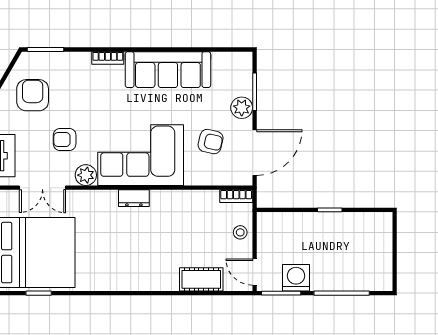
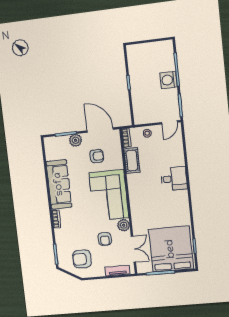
armchair: (211, 142) -> (97, 156), turned 77
dresser: (134, 198) -> (134, 197), removed
desk: (158, 270) -> (174, 179), added
washing machine: (296, 278) -> (169, 80), moved
cot: (201, 279) -> (132, 160), moved

